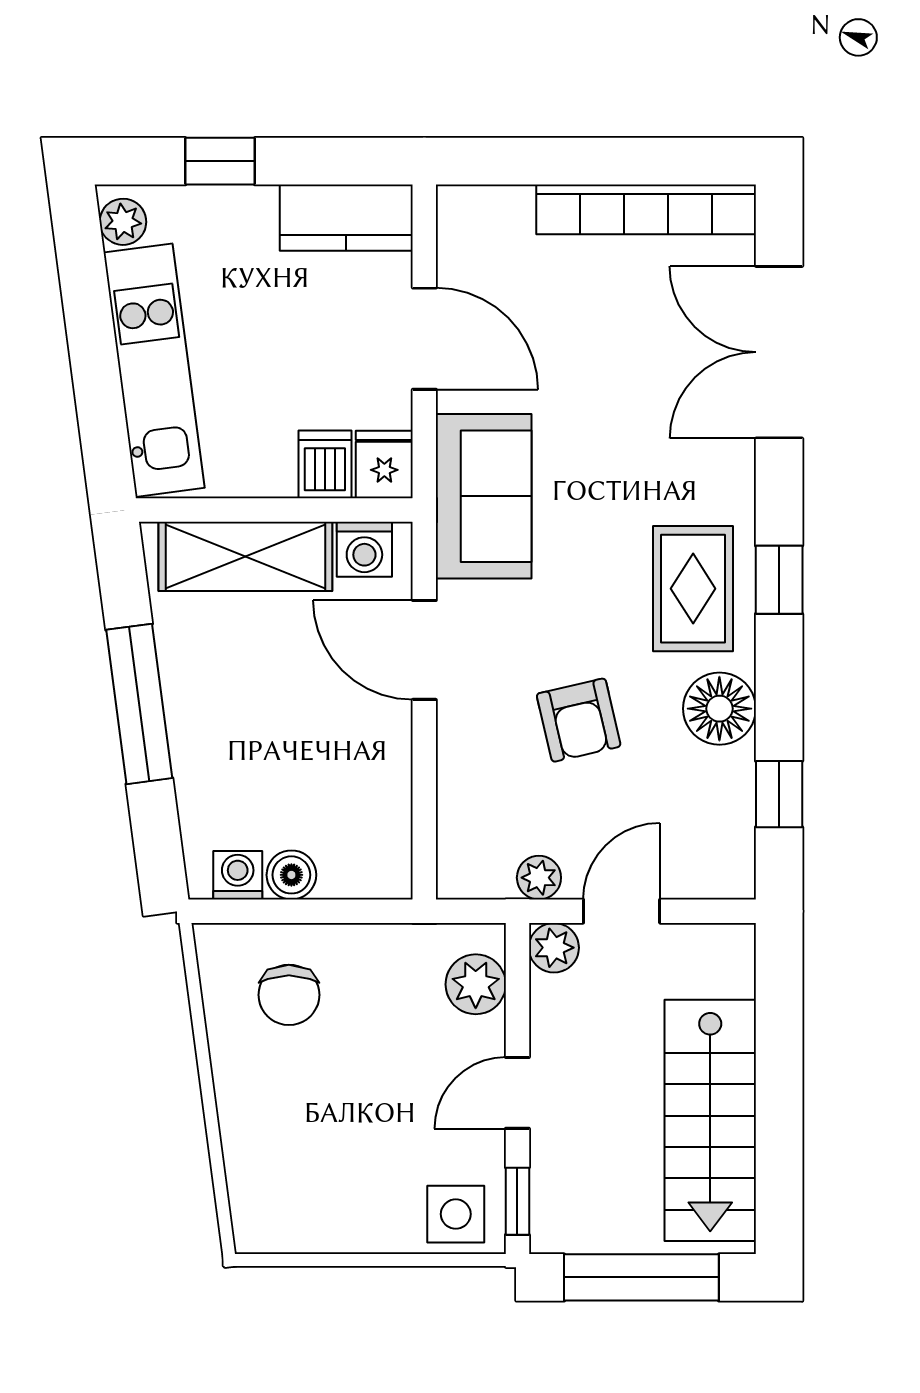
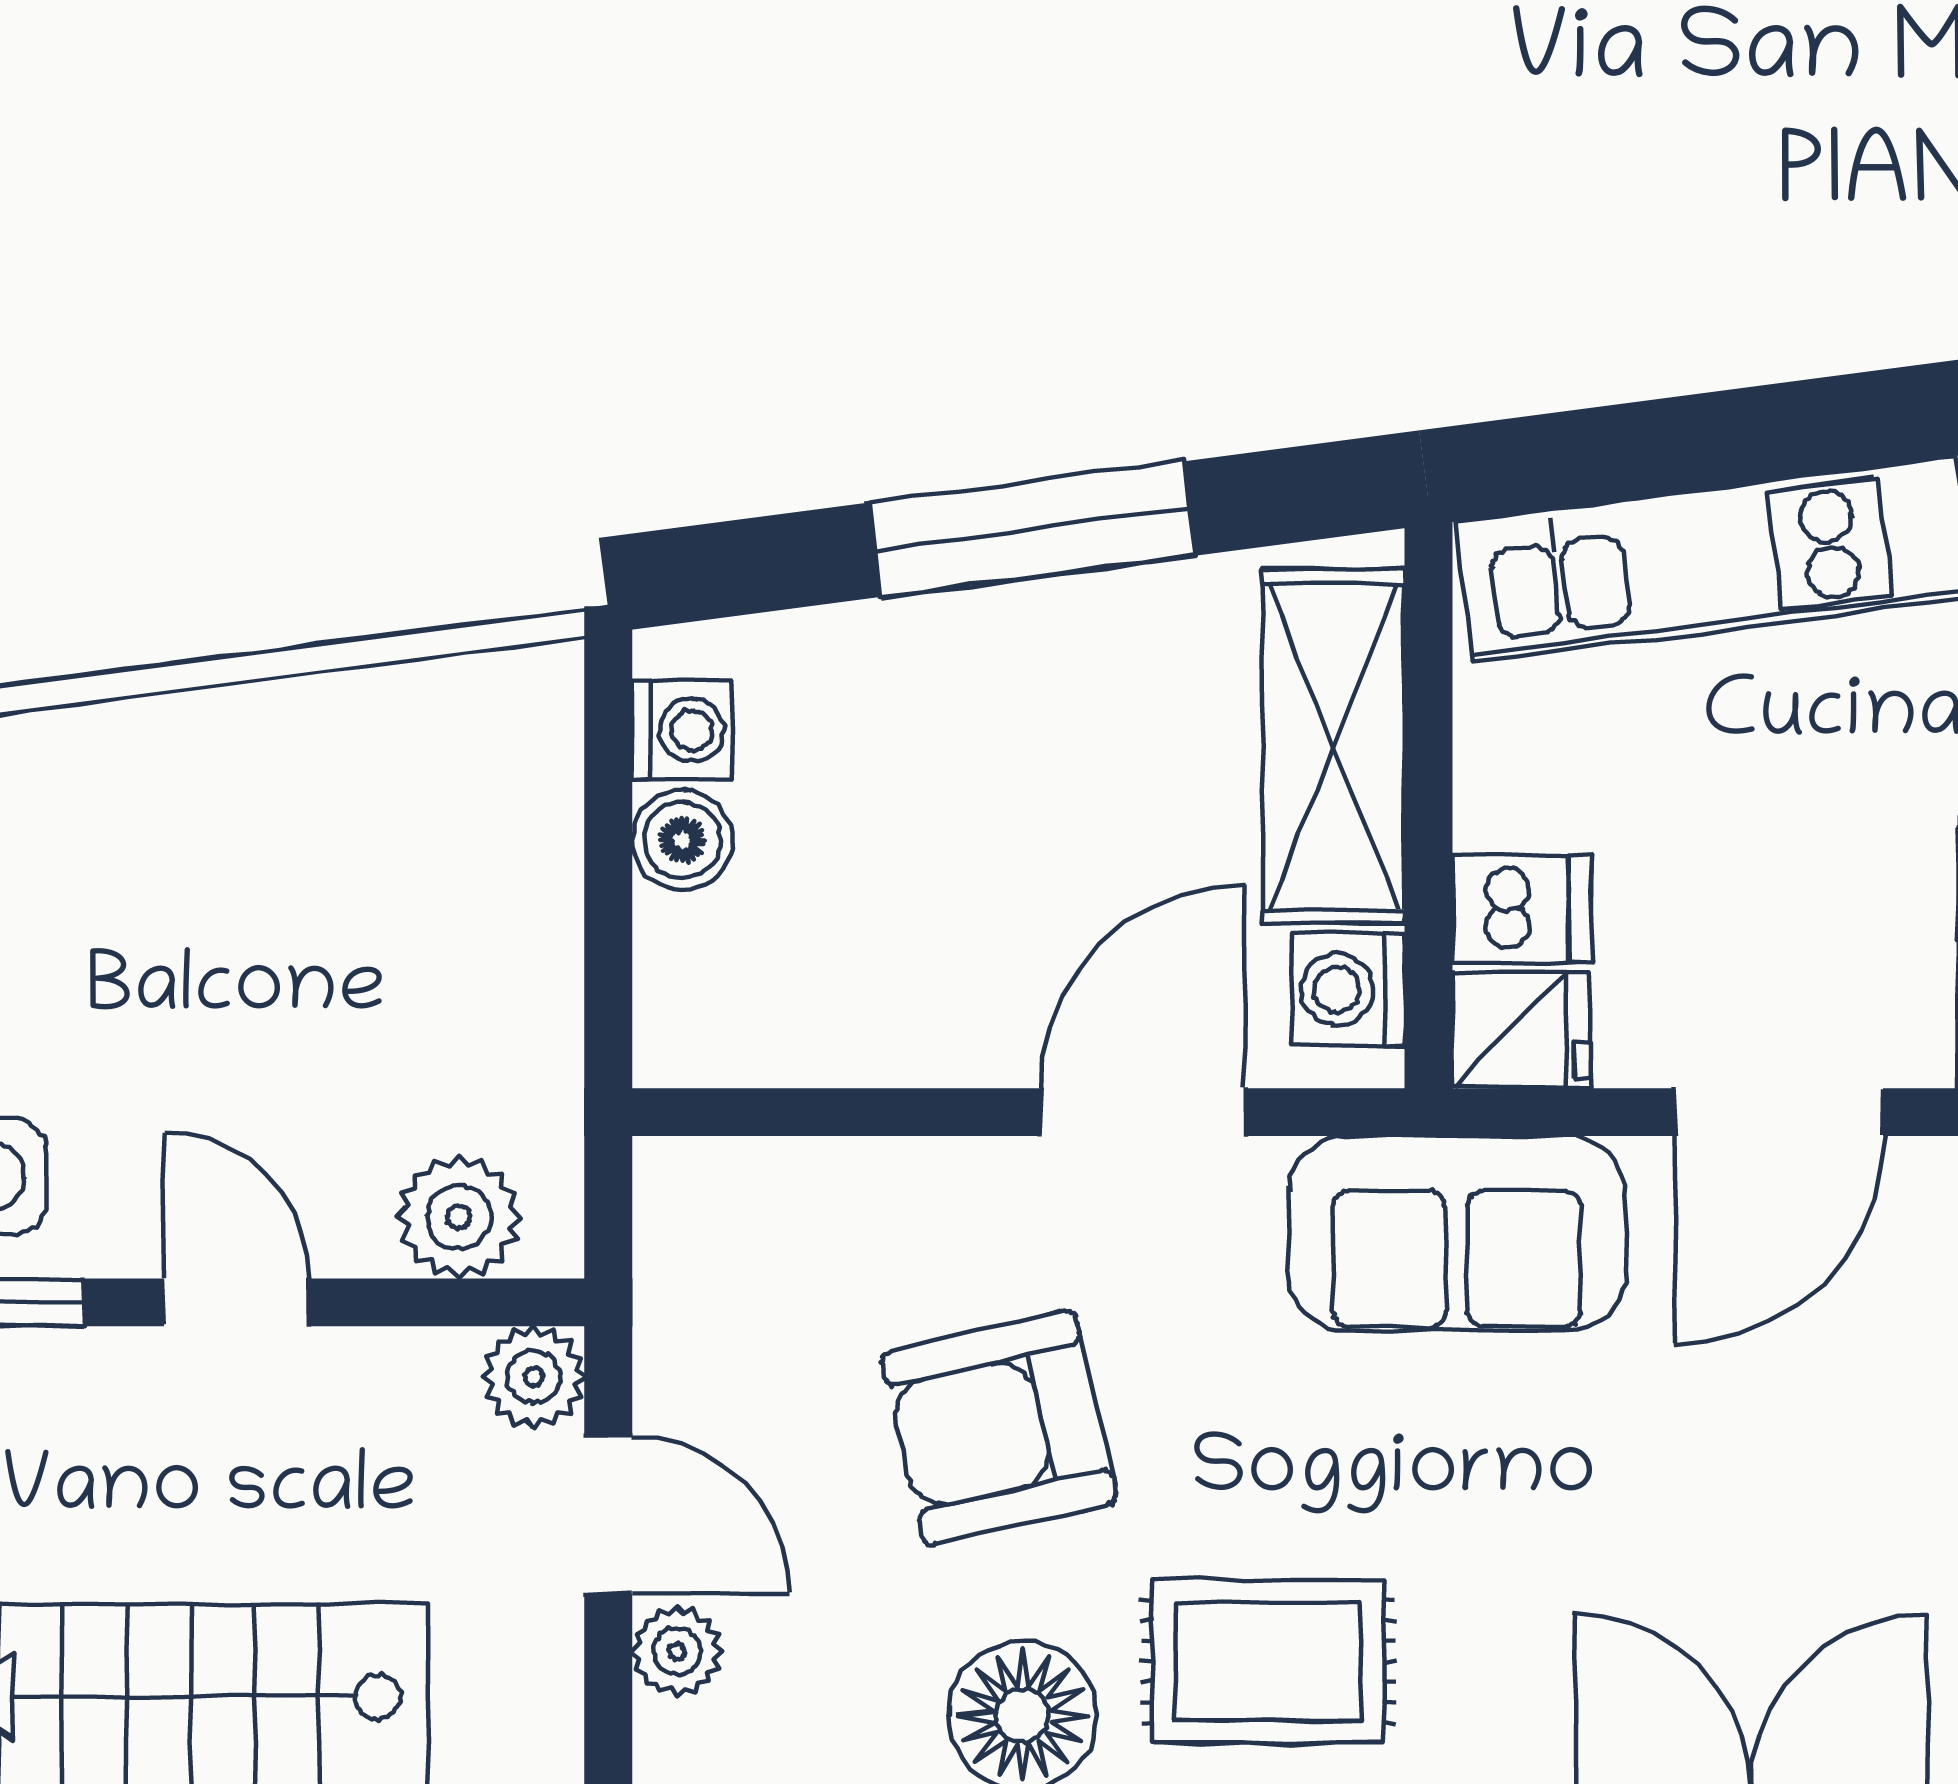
armchair: (579, 720) -> (999, 1428), width x1.38, depth x1.38
plant: (539, 878) -> (677, 1651), moved
chair: (289, 995) -> (437, 835), removed

